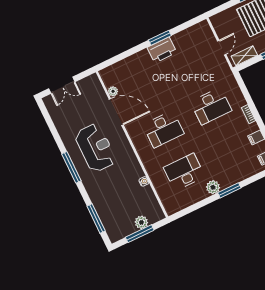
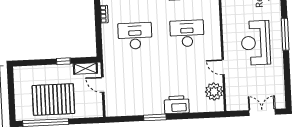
door: (222, 48) -> (103, 85), hinge flipped
printer: (162, 50) -> (177, 105), moved
plant: (113, 91) -> (214, 92), width x1.88, depth x1.88
door: (116, 112) -> (223, 67), width x0.53

